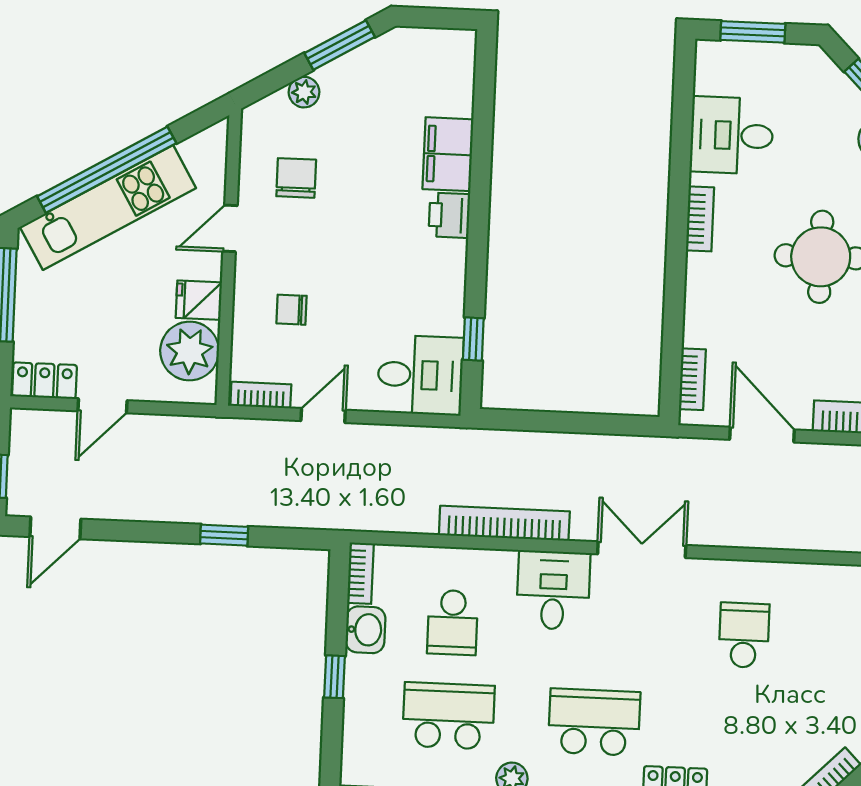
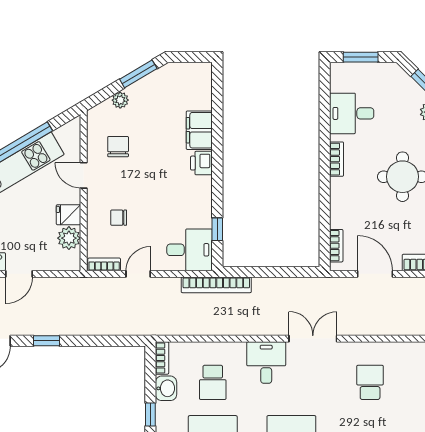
door: (230, 228) -> (84, 175), hinge flipped
plant: (190, 351) -> (69, 238), width x0.73, depth x0.73
bookcase: (504, 523) -> (216, 285), moved, turned 180
window: (224, 535) -> (46, 341), moved

